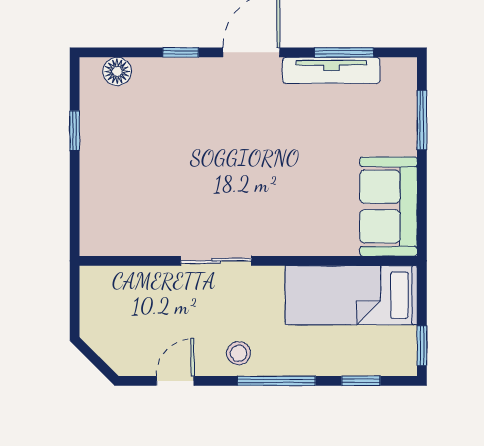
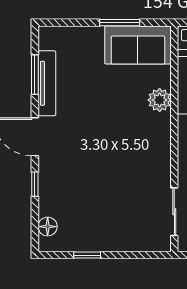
window: (422, 120) -> (120, 23), moved
plant: (306, 239) -> (160, 100), added
sliding door: (216, 261) -> (174, 212), moved

